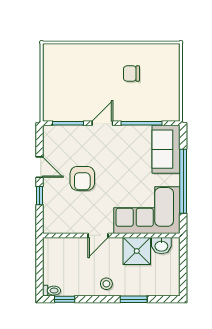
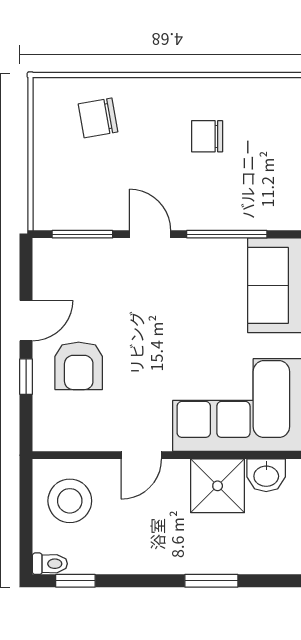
chair: (76, 64) -> (98, 118), added
door: (102, 123) -> (150, 234), hinge flipped
door: (39, 167) -> (26, 321), hinge flipped
armchair: (82, 178) -> (79, 366), moved
stool: (106, 284) -> (70, 501), moved, width x1.89, depth x1.89

